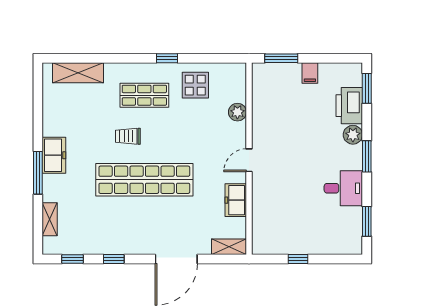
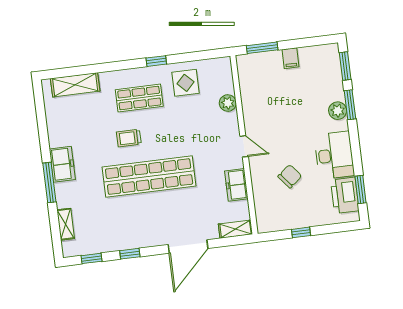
printer: (349, 106) -> (345, 195), moved
window: (367, 156) -> (350, 105), moved
door: (249, 160) -> (244, 146), swing flipped
desk: (343, 188) -> (334, 155), width x1.37
chair: (294, 198) -> (290, 176), added

